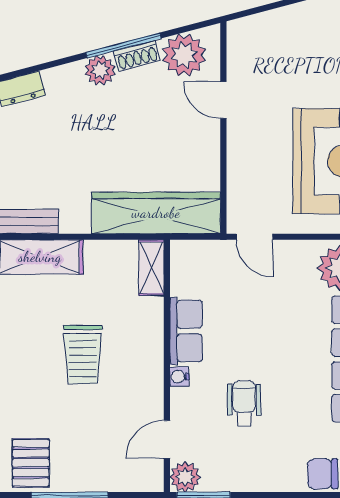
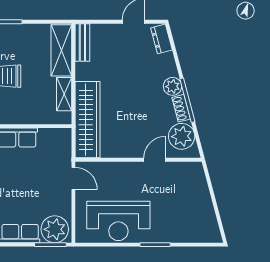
door: (255, 237) -> (73, 178), swing flipped
shelving: (151, 268) -> (64, 94), moved, turned 90

